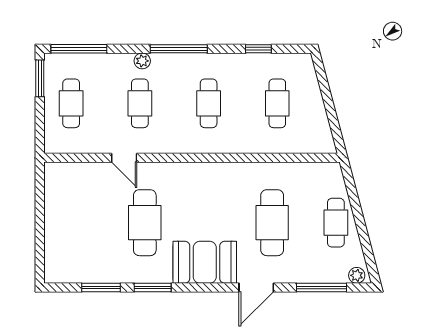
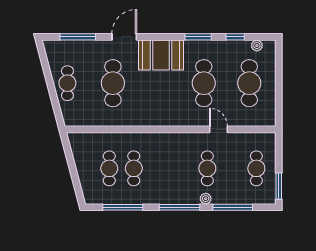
window: (79, 49) -> (233, 207), moved
window: (258, 49) -> (123, 207), width x2.17
cafe table: (209, 103) -> (134, 168), moved
cafe table: (81, 223) -> (249, 83), added
plant: (357, 275) -> (257, 46), moved
window: (101, 288) -> (235, 37), width x0.67

